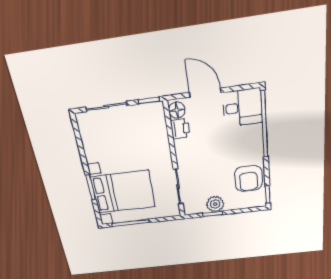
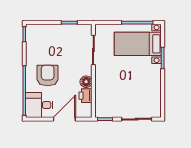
door: (205, 93) -> (64, 119), swing flipped
floor lamp: (177, 110) -> (86, 82), moved
armchair: (249, 179) -> (48, 76), moved
bed with nightstands: (123, 192) -> (138, 44), width x0.73
plant: (215, 204) -> (66, 31), removed

